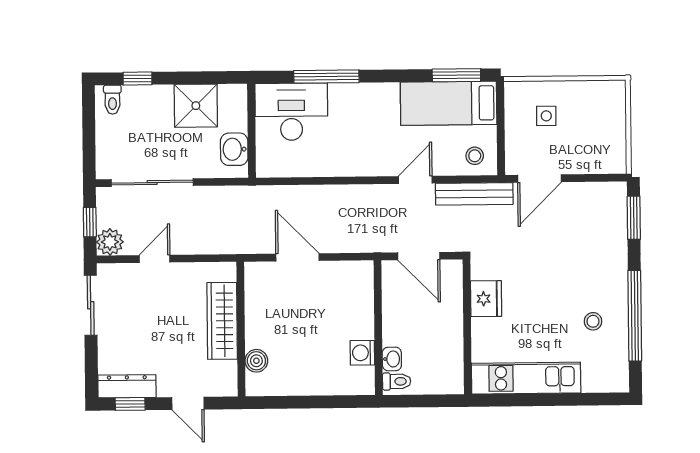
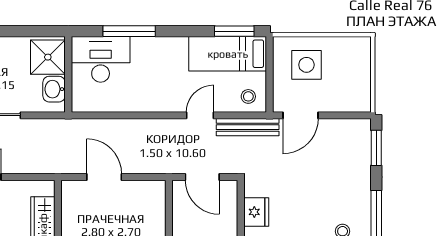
shower: (196, 106) -> (48, 57), moved
side table: (546, 116) -> (306, 65), width x1.87, depth x1.87

